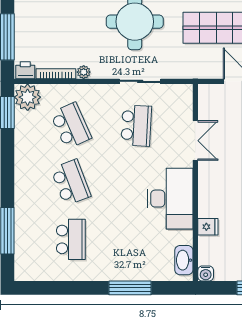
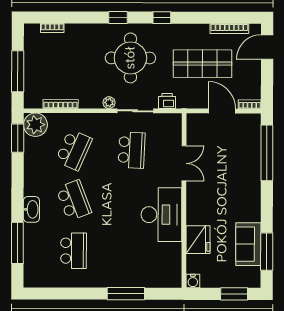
printer: (25, 70) -> (167, 101), moved
plant: (84, 72) -> (109, 103), moved
school desk: (71, 126) -> (74, 150), turned 48
fridge: (208, 227) -> (198, 240), width x1.88, depth x1.34
washbasin: (184, 260) -> (31, 209), moved, turned 180

